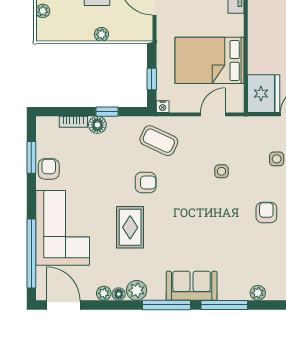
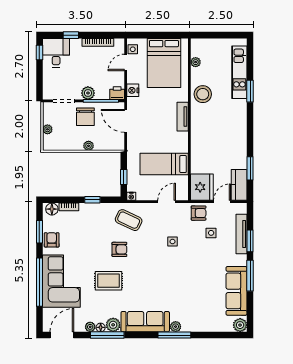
bed: (209, 60) -> (164, 164), width x0.67
floor lamp: (97, 125) -> (52, 209), moved
armchair: (266, 213) -> (199, 213), moved, turned 90
rug: (130, 227) -> (109, 281), turned 90
window: (31, 254) -> (39, 282), moved
sofa: (192, 286) -> (145, 322), width x1.36
plant: (258, 293) -> (176, 327), moved
door: (63, 305) -> (62, 335), hinge flipped
window: (166, 305) -> (107, 335), moved

